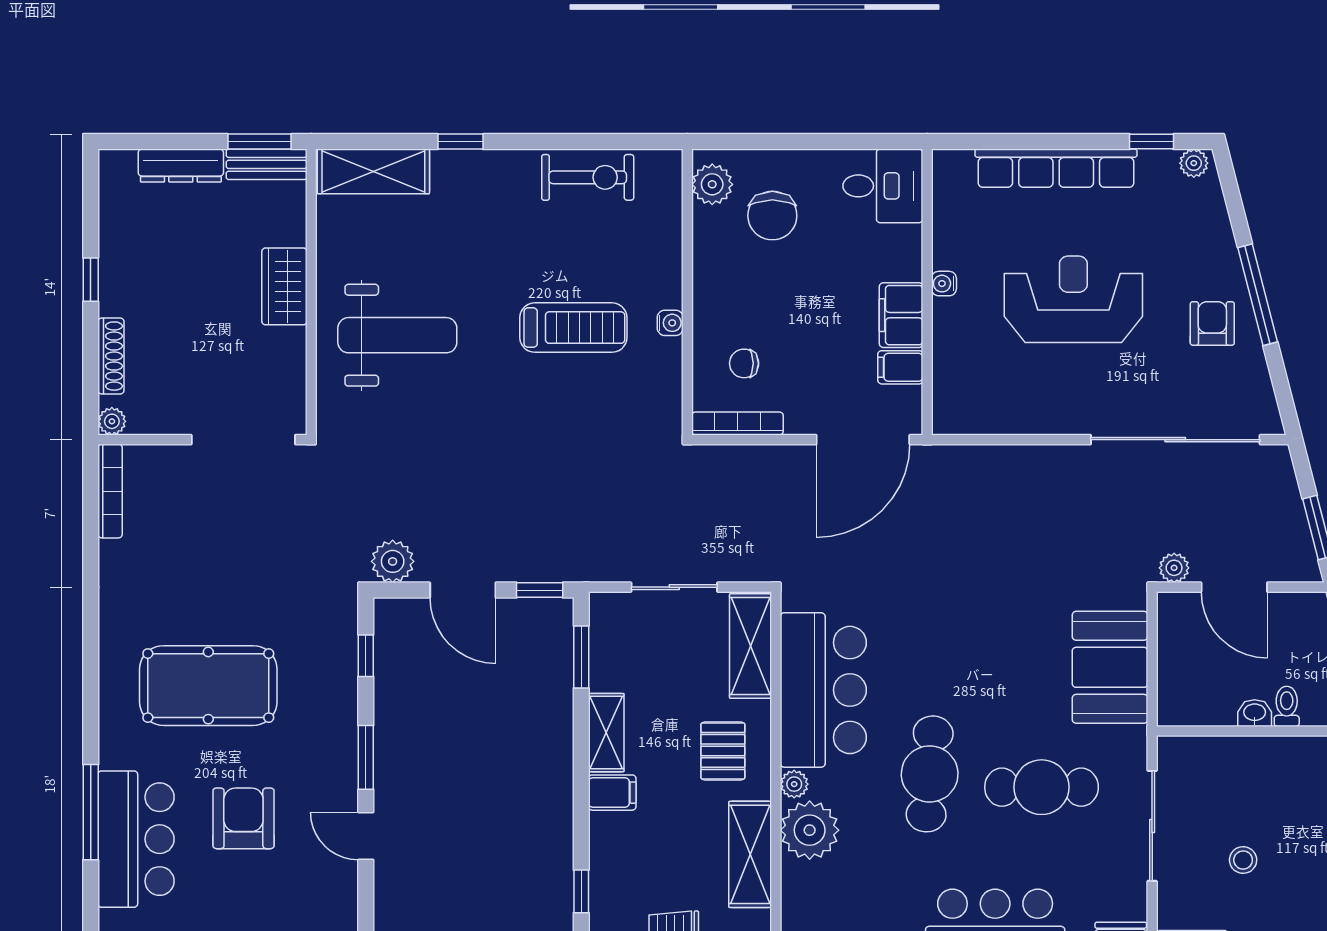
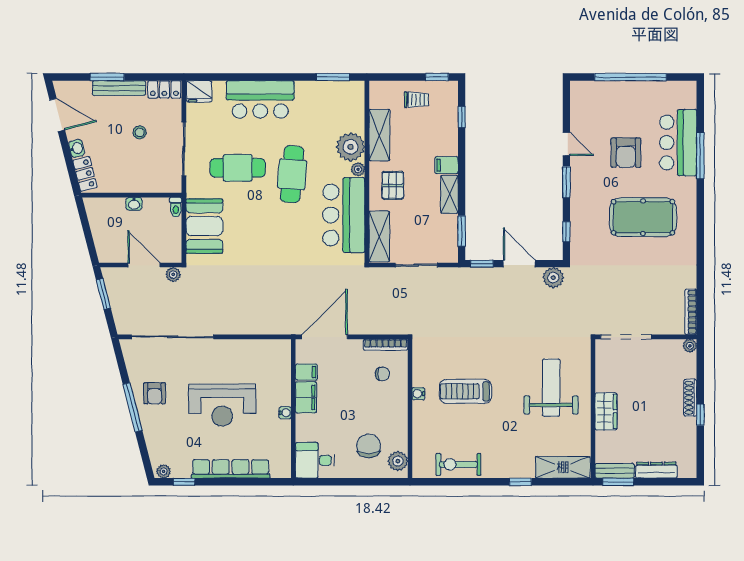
weight bench: (397, 335) -> (551, 388), turned 90
shoe rack: (111, 356) -> (690, 398), moved
toilet: (1287, 706) -> (176, 207), moved

